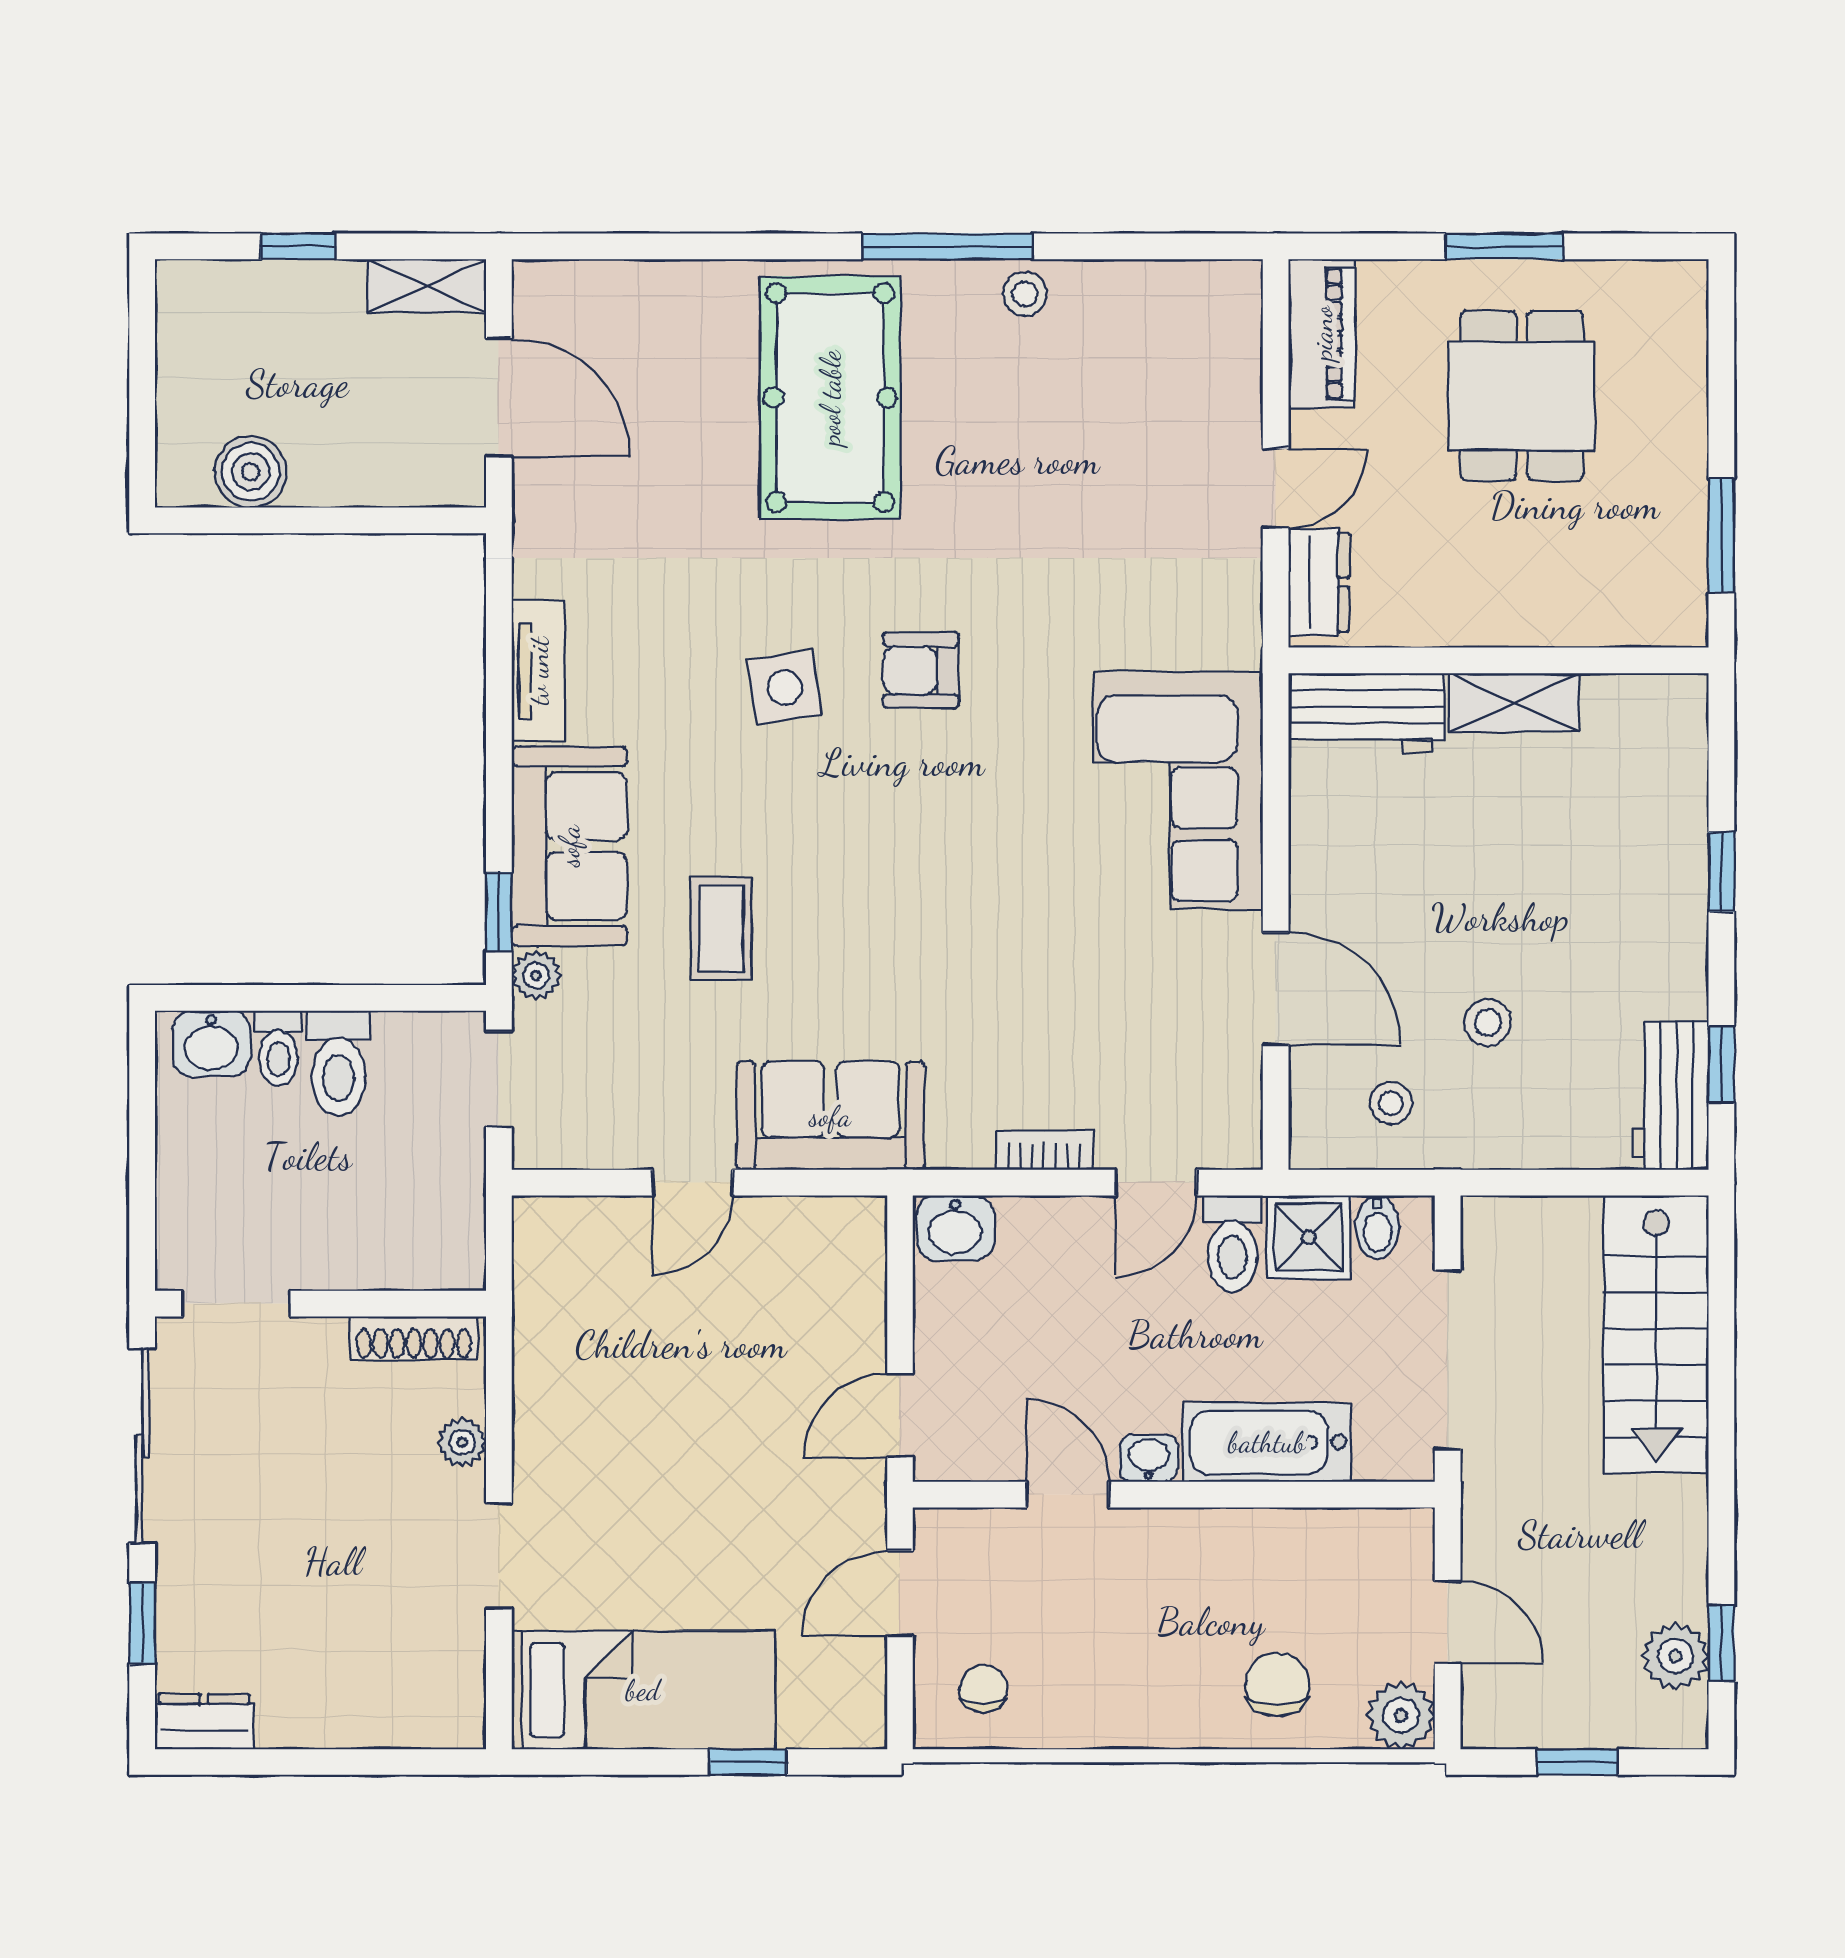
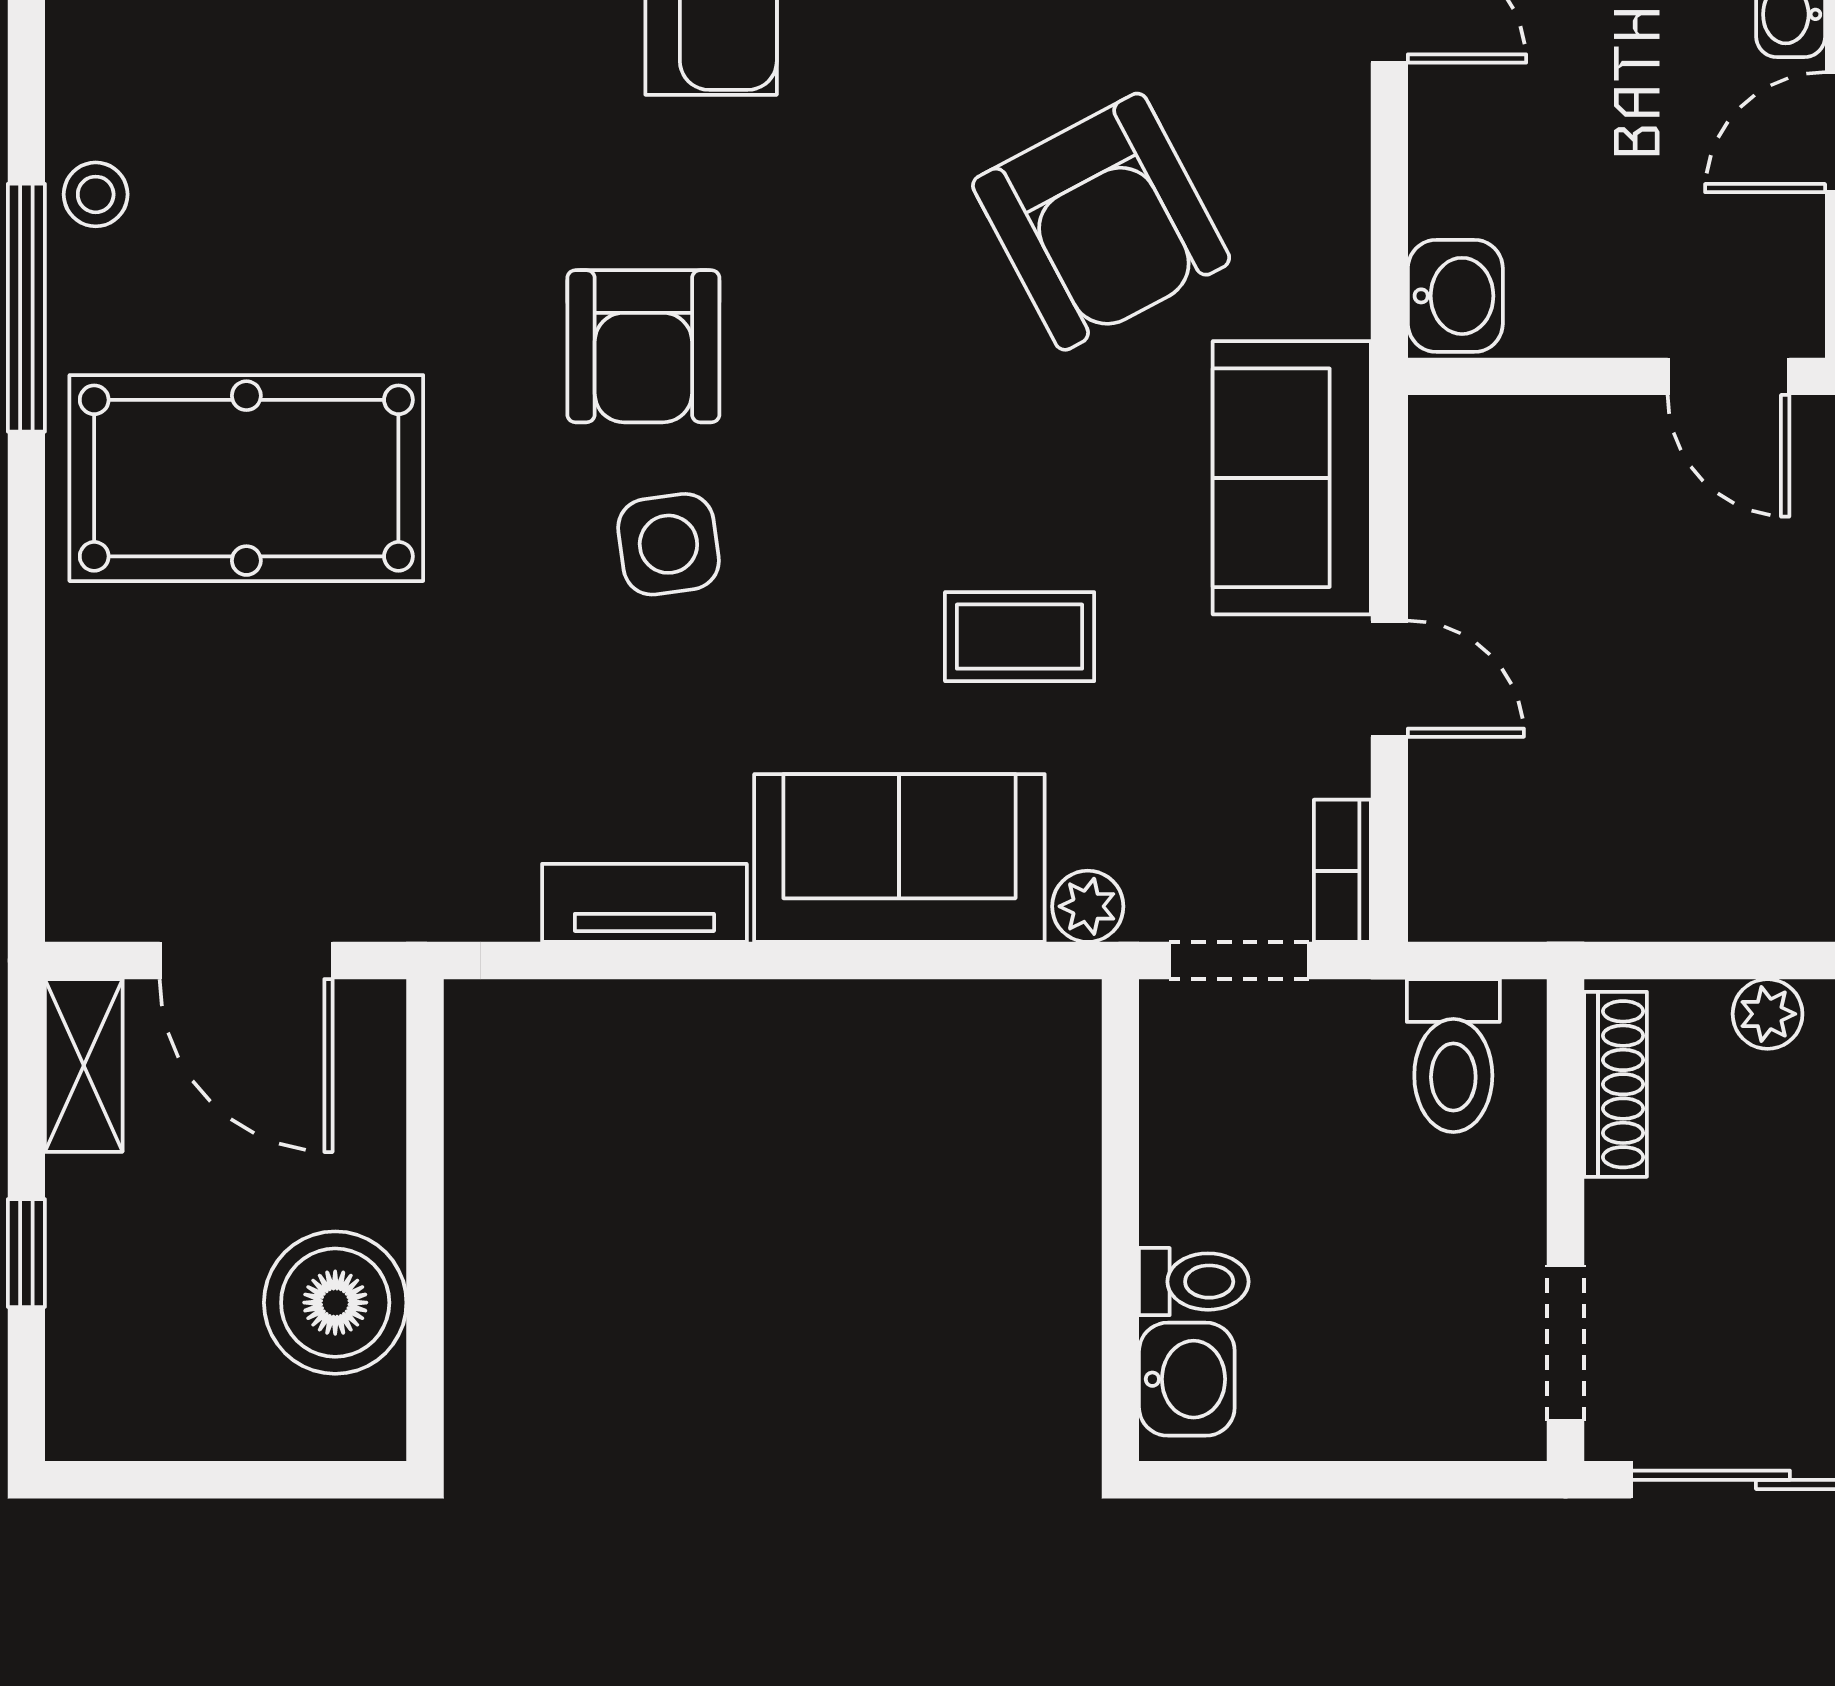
door: (499, 397) -> (246, 961), swing flipped
boiler: (251, 472) -> (335, 1303), width x1.37, depth x1.37
armchair: (921, 670) -> (643, 346), width x1.38, depth x1.38
window: (499, 912) -> (995, 961), removed
armchair: (1006, 985) -> (1101, 222), added
toilet: (338, 1063) -> (1453, 1056), moved, turned 90
bookcase: (1044, 1150) -> (1342, 871), moved

